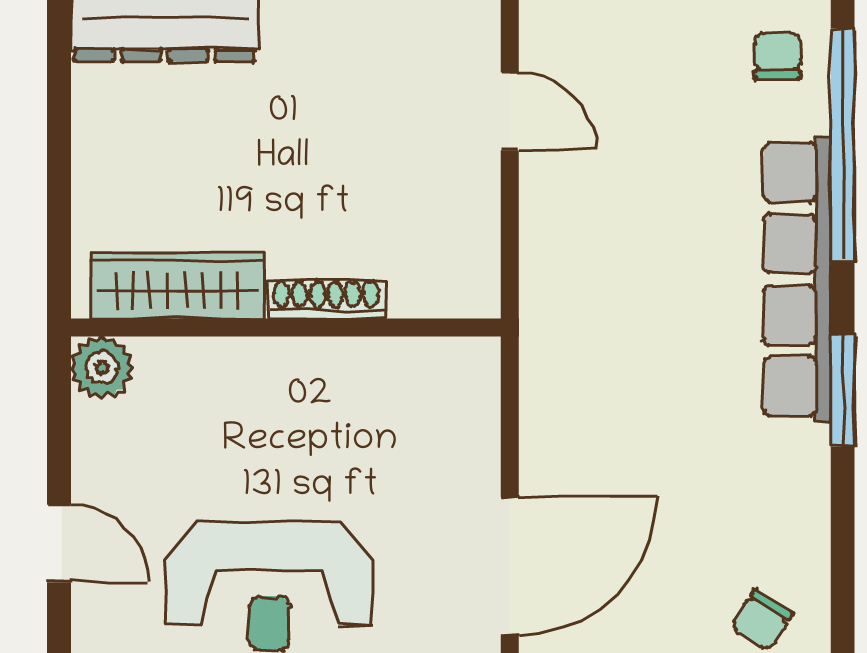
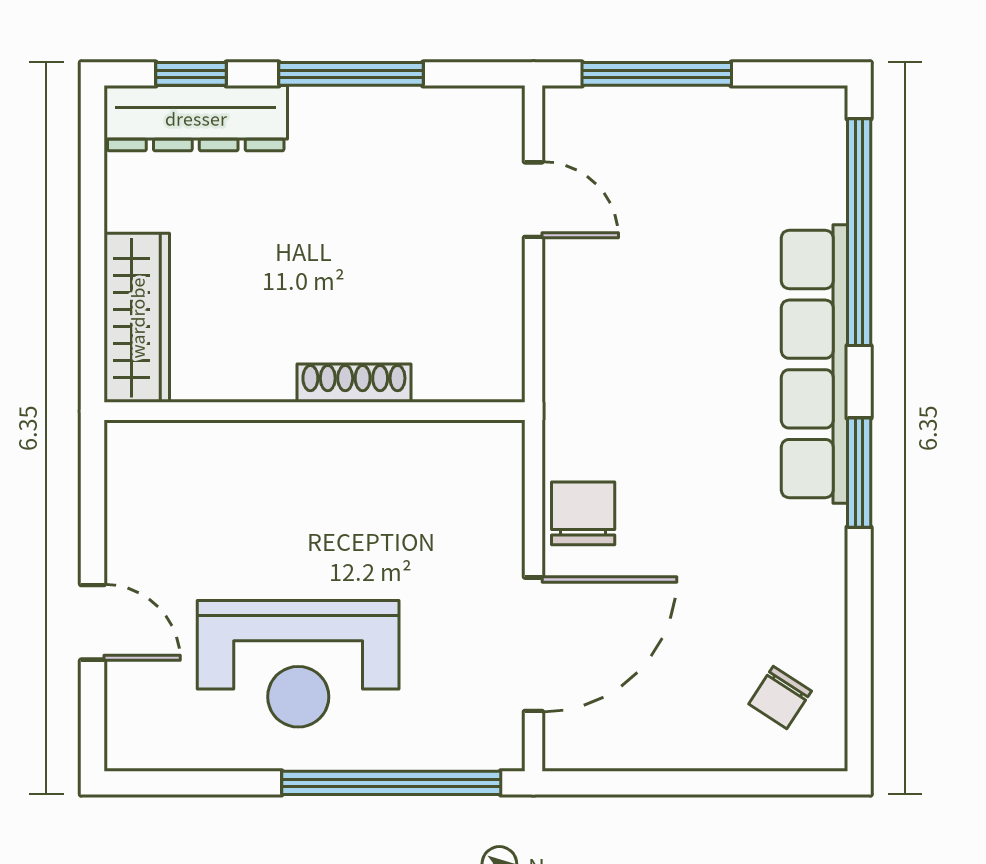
chair: (777, 56) -> (583, 513), moved, width x1.37, depth x1.37
wardrobe: (177, 285) -> (137, 318), moved, turned 90
plant: (102, 368) -> (135, 450), removed

